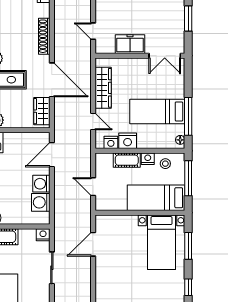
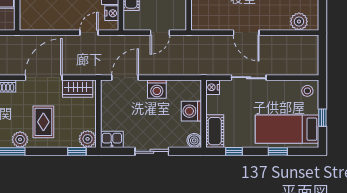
wardrobe: (103, 88) -> (52, 22), removed
door: (52, 155) -> (125, 78), swing flipped
washing machine: (41, 202) -> (191, 111), moved, turned 90
door: (93, 244) -> (246, 33), moved

